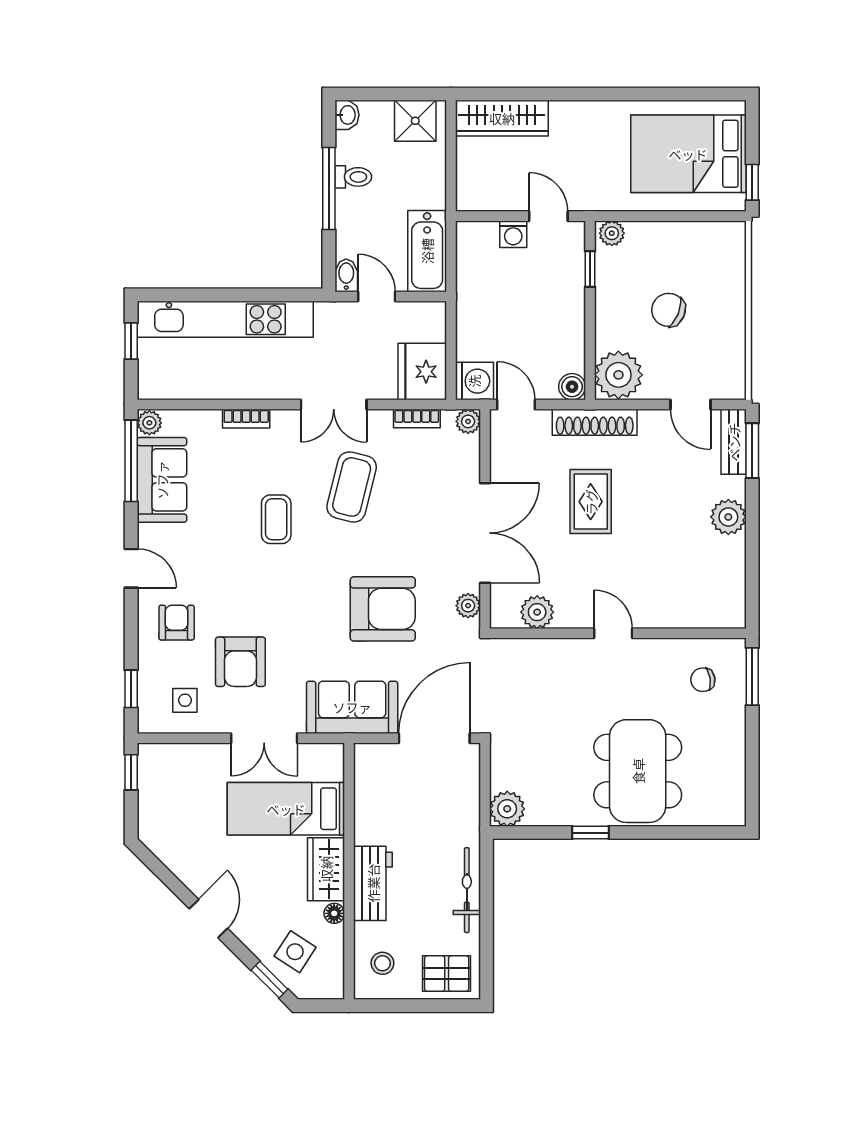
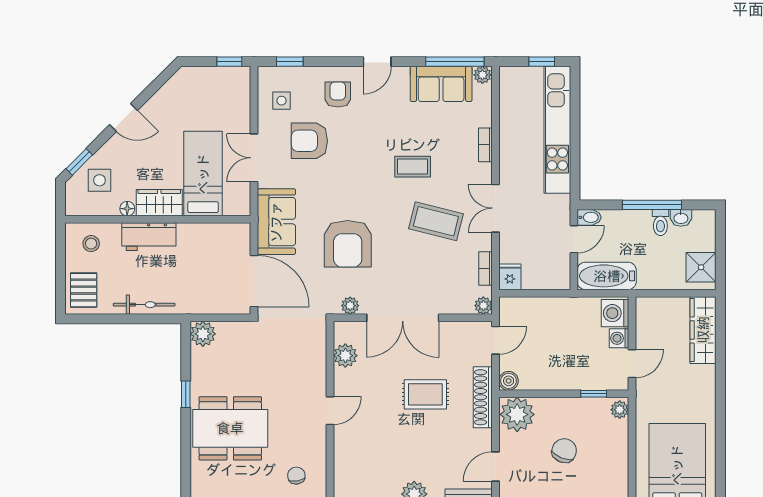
washbasin: (347, 115) -> (681, 218), moved
fridge: (422, 372) -> (510, 277), width x0.53, depth x0.75
washing machine: (474, 381) -> (615, 313), moved, turned 90
armchair: (177, 623) -> (338, 95), turned -90
side table: (295, 952) -> (100, 180), turned -33

